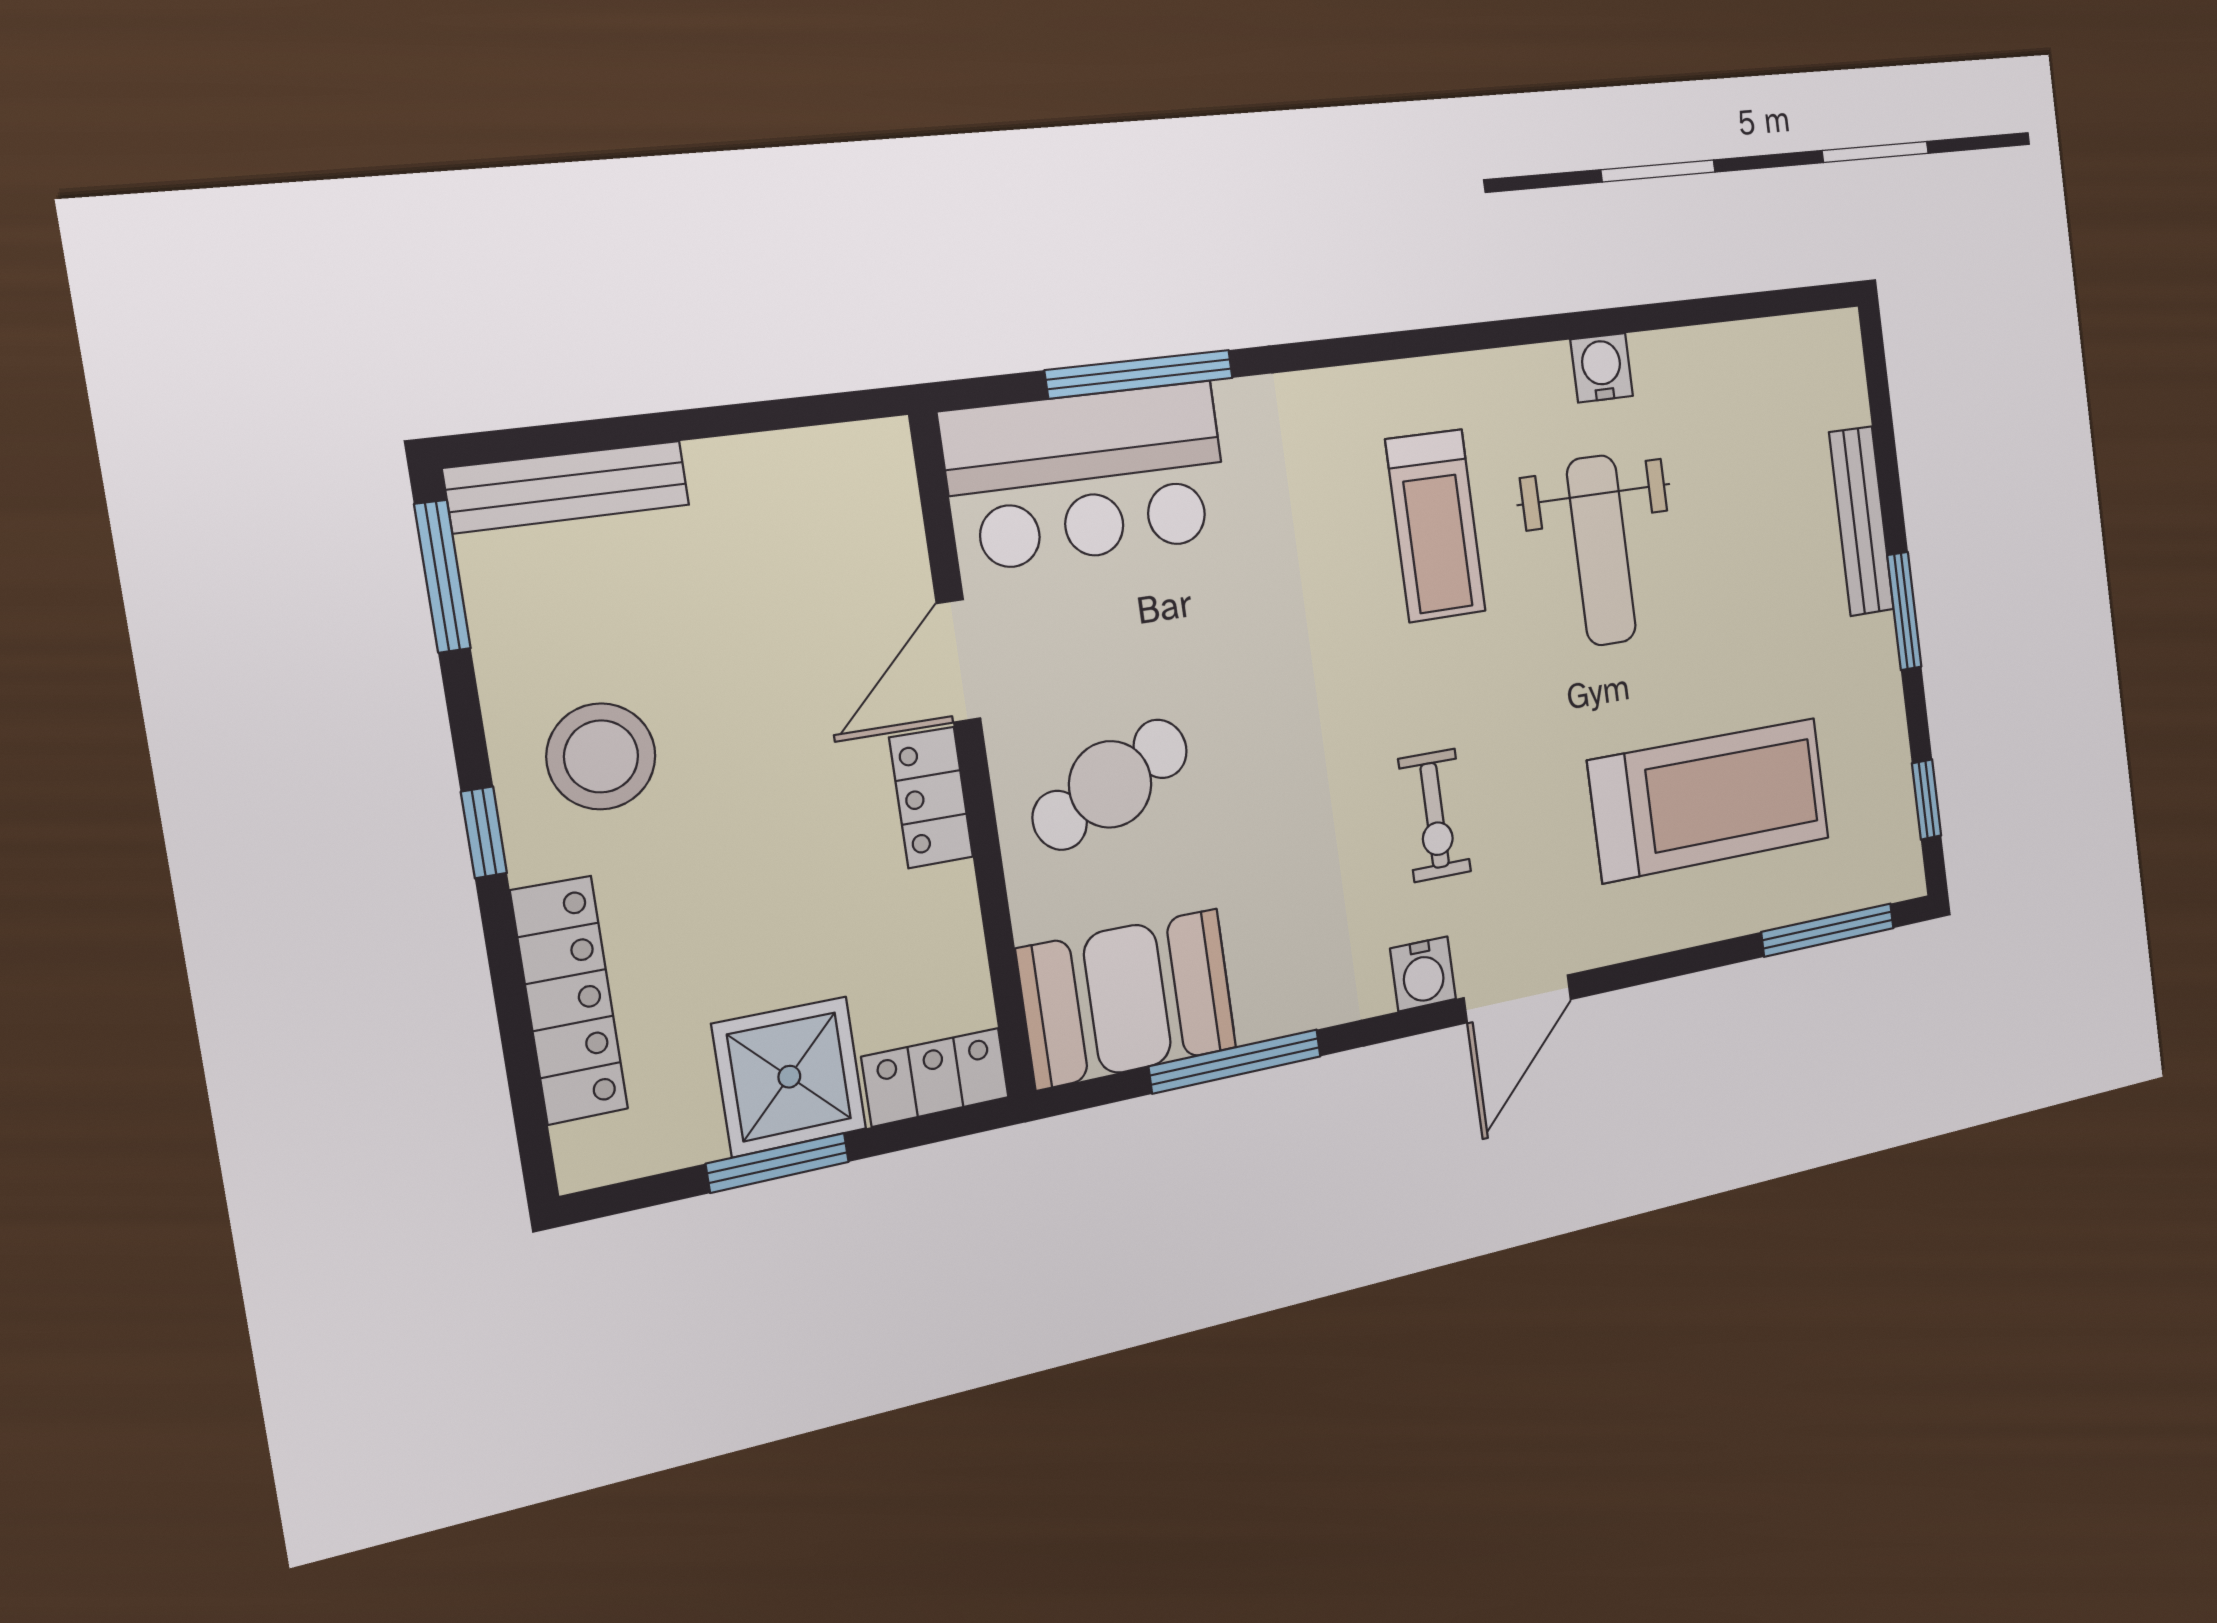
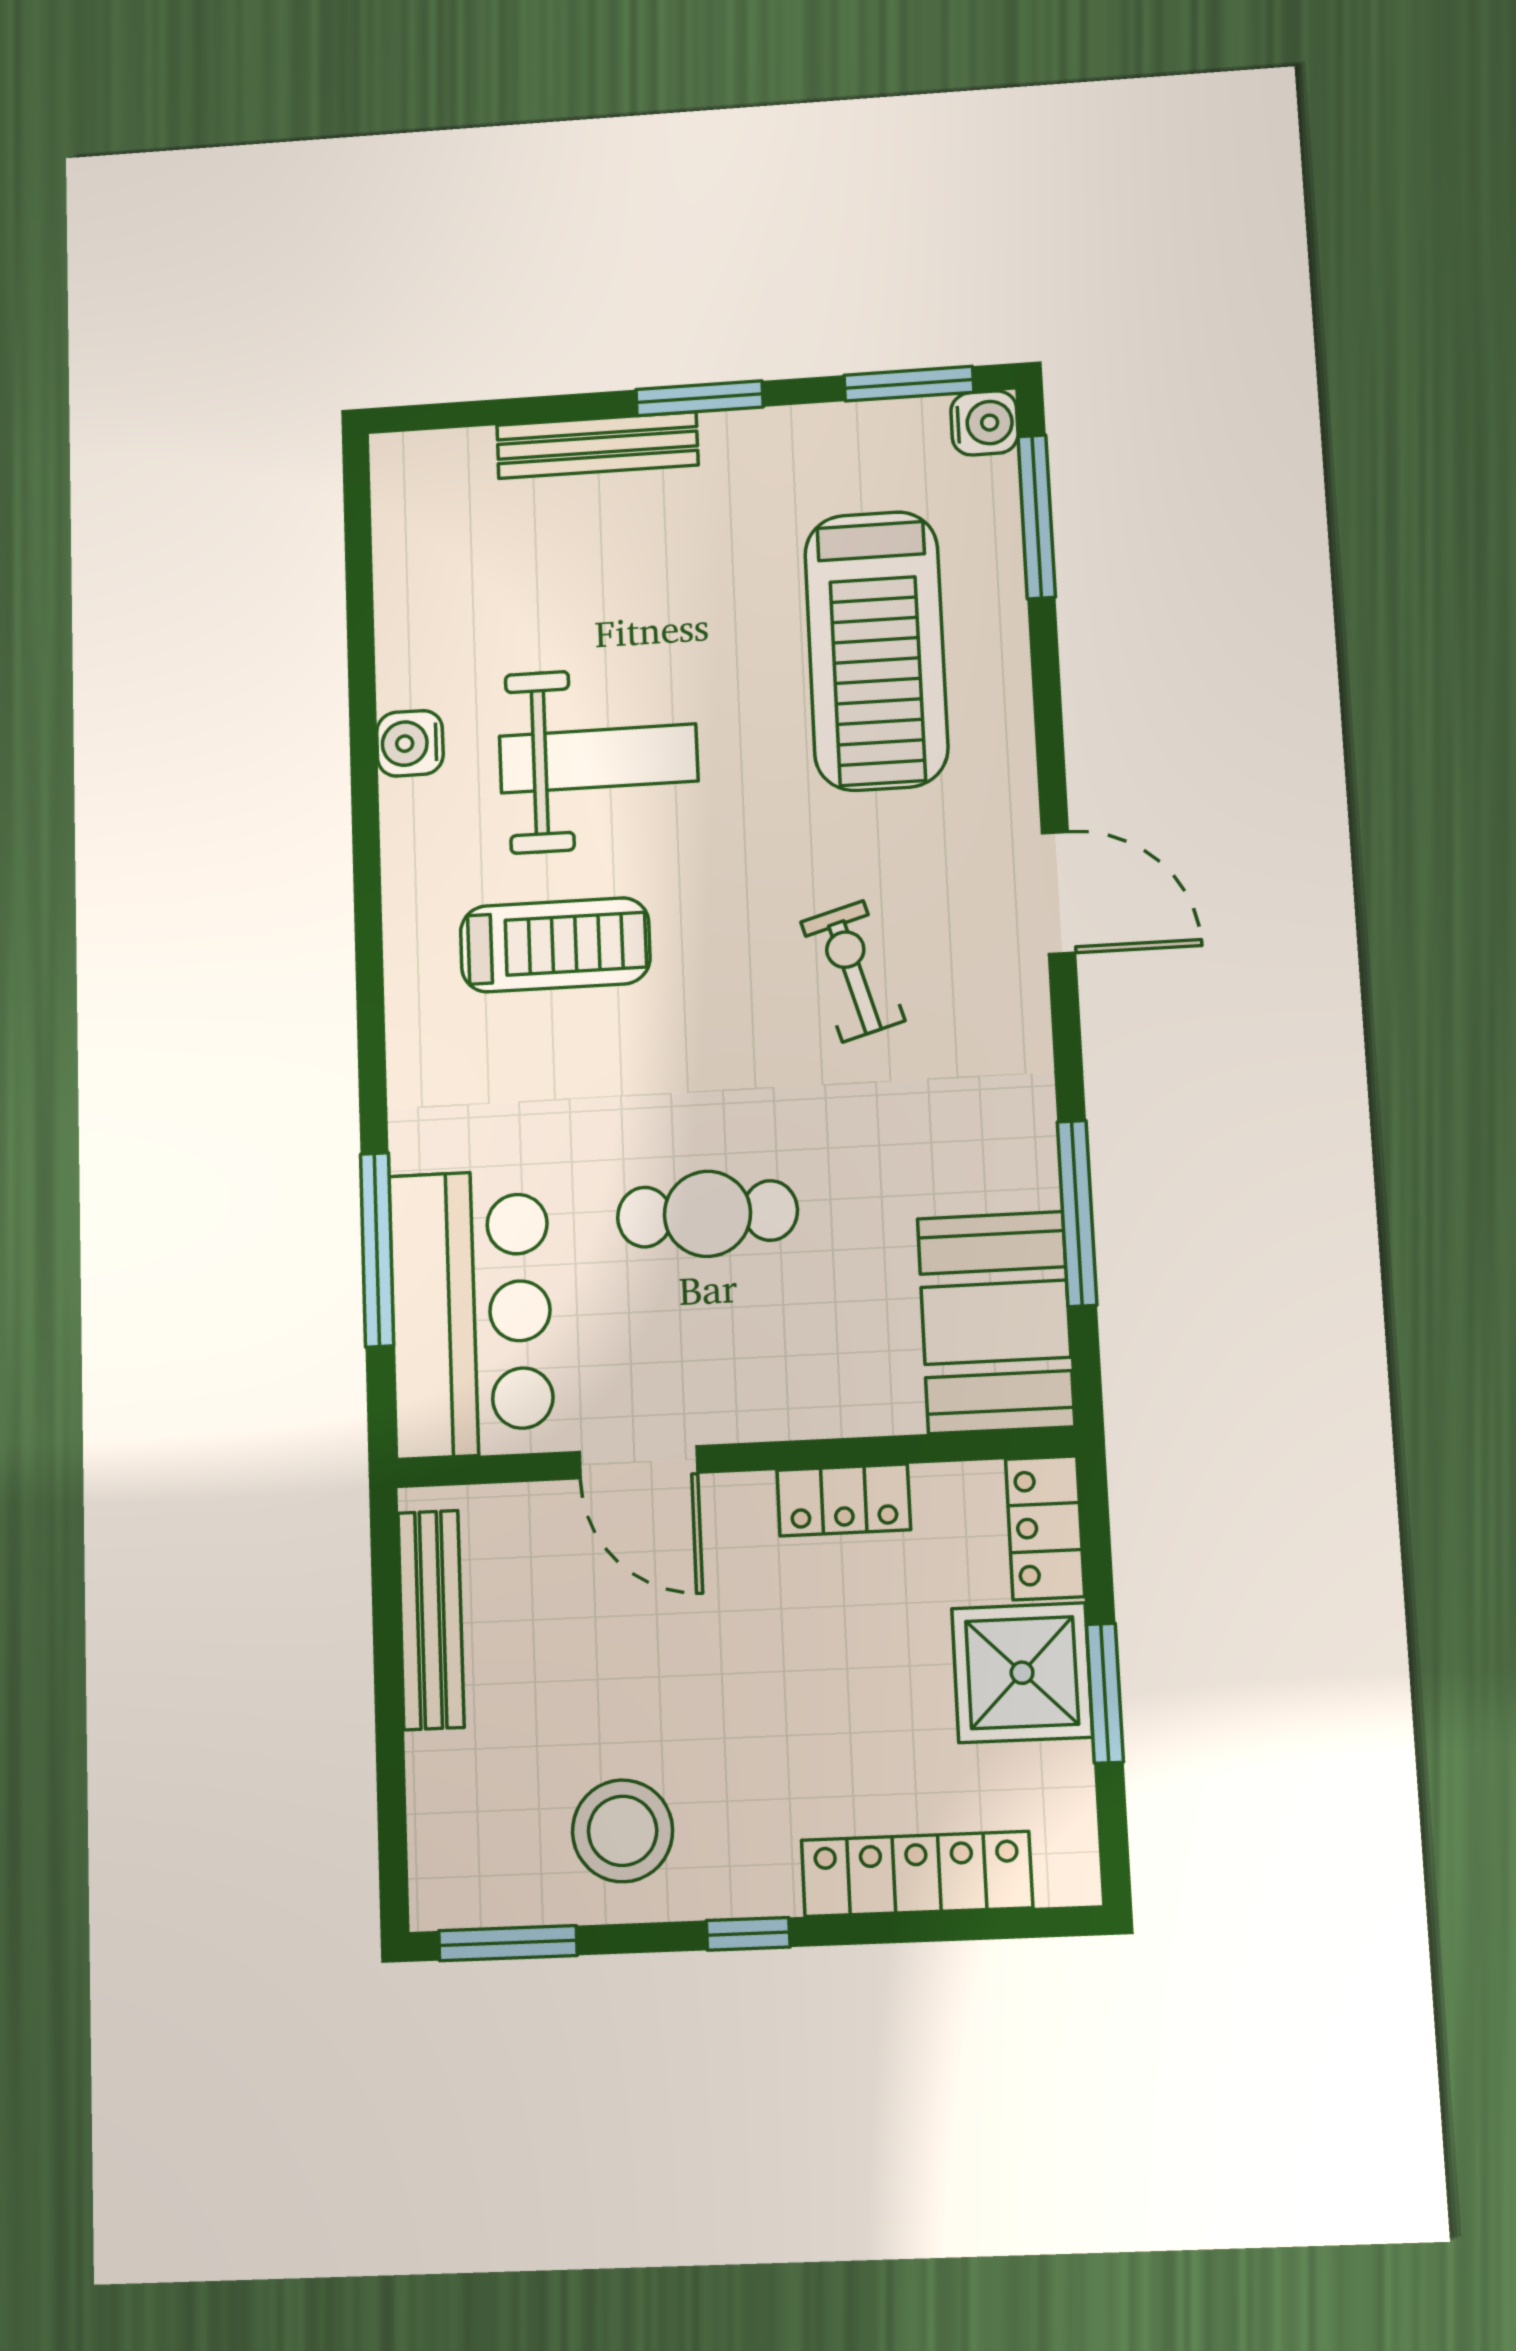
bench: (568, 487) -> (431, 1620), moved
stool: (601, 756) -> (623, 1831), moved
cafe table: (1110, 784) -> (707, 1214), moved, turned -65
locker: (931, 797) -> (844, 1500), moved
window: (1927, 799) -> (909, 384), width x1.50
treadmill: (1710, 800) -> (876, 651), turned 180
exercise bike: (1435, 815) -> (853, 971), turned -106
water cooler: (1423, 974) -> (984, 423), moved

